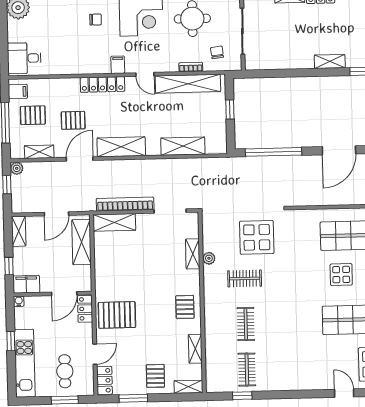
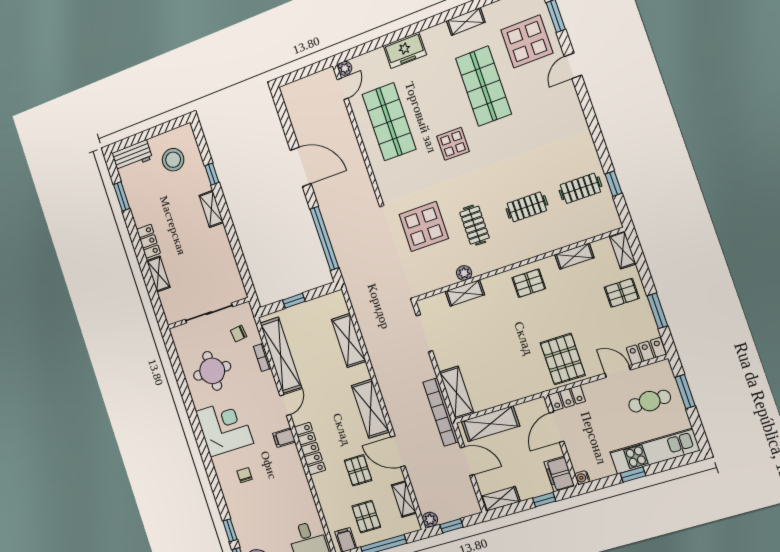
bookcase: (125, 204) -> (441, 412), moved
display table: (341, 275) -> (453, 144), moved
door: (64, 294) -> (557, 427), swing flipped

